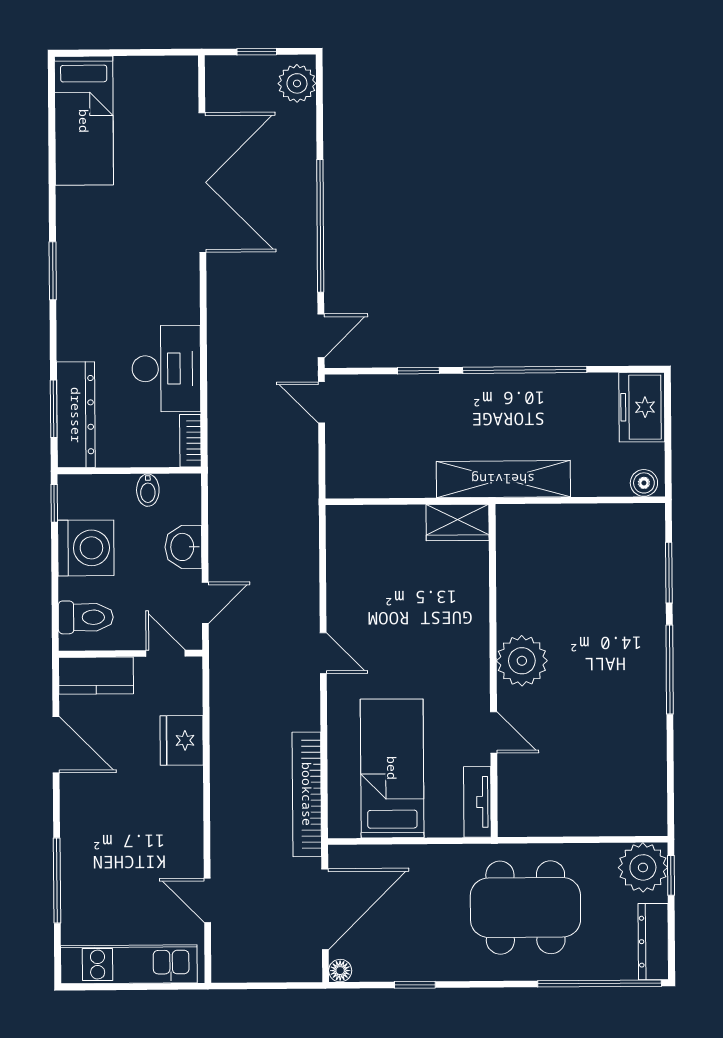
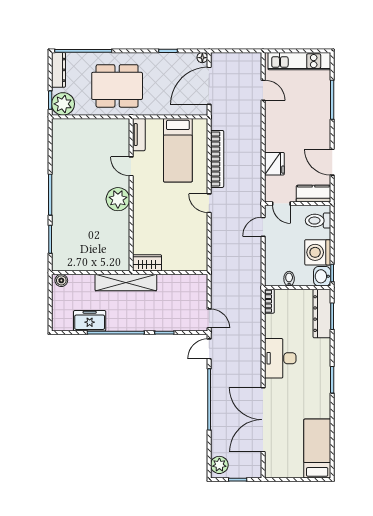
desk: (166, 369) -> (280, 358), moved
freezer: (642, 407) -> (90, 321), moved, turned -90
washbasin: (183, 547) -> (322, 276), moved, turned 180
bookcase: (307, 794) -> (217, 159), moved

